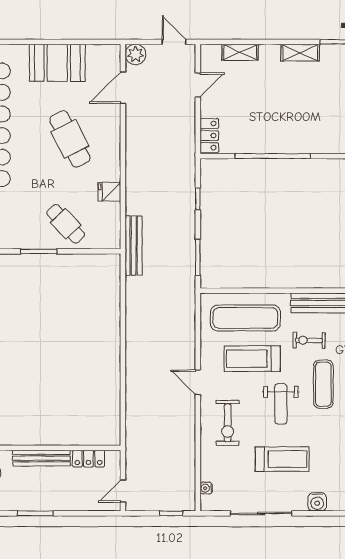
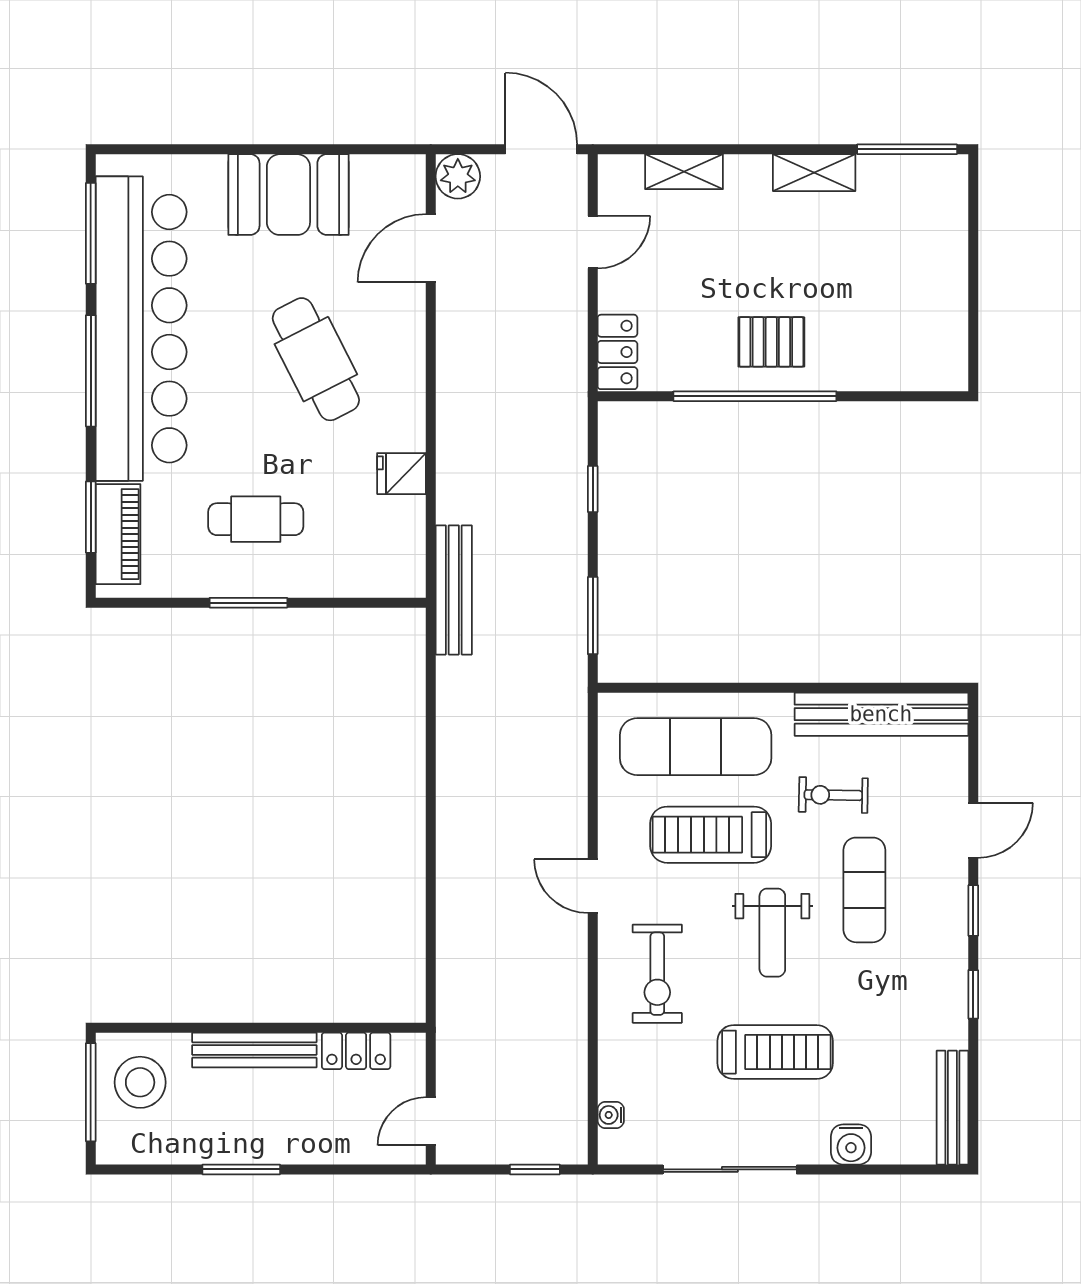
door: (174, 42) -> (541, 149), width x1.38
pallet: (280, 131) -> (771, 342), added
cafe table: (66, 224) -> (256, 519), moved, turned -47

